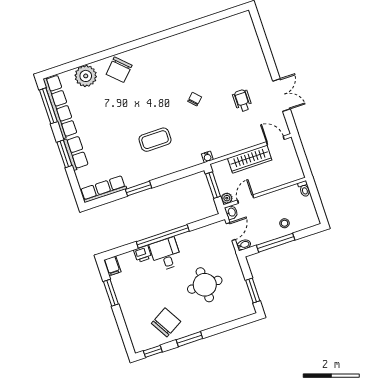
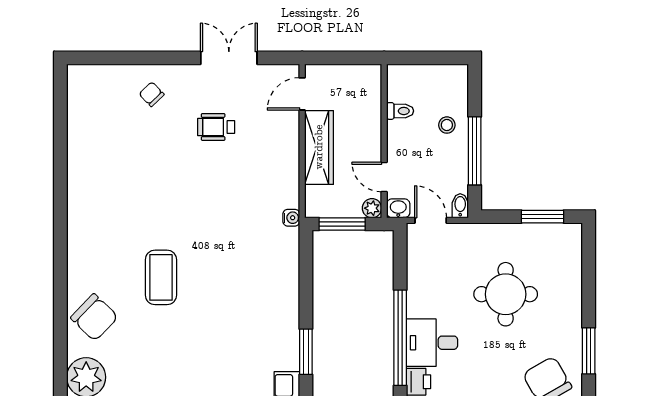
chair: (195, 99) -> (152, 94), moved
coffee table: (155, 140) -> (161, 277), moved
toilet: (304, 189) -> (400, 111), moved

